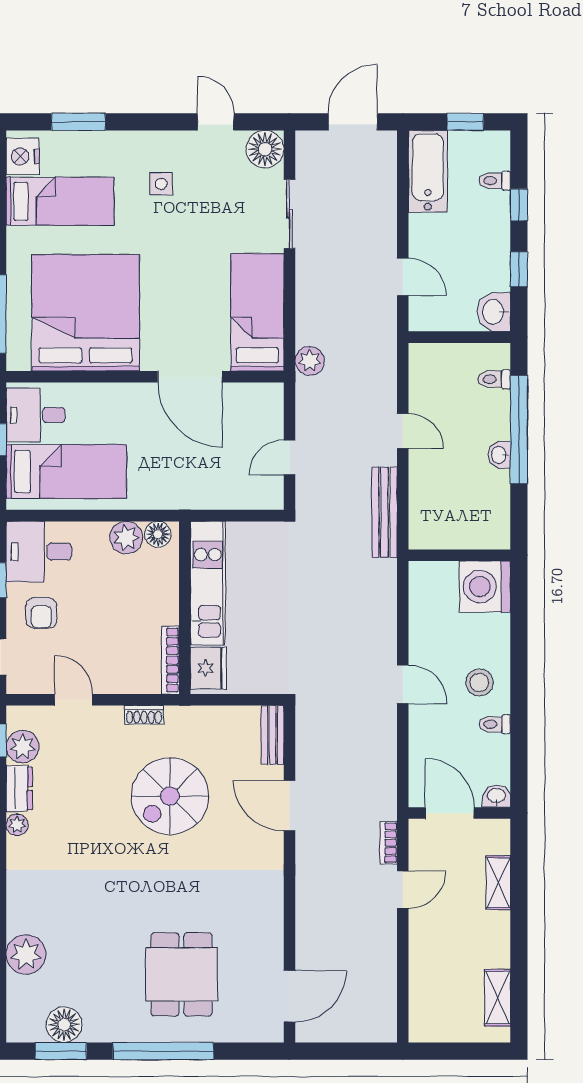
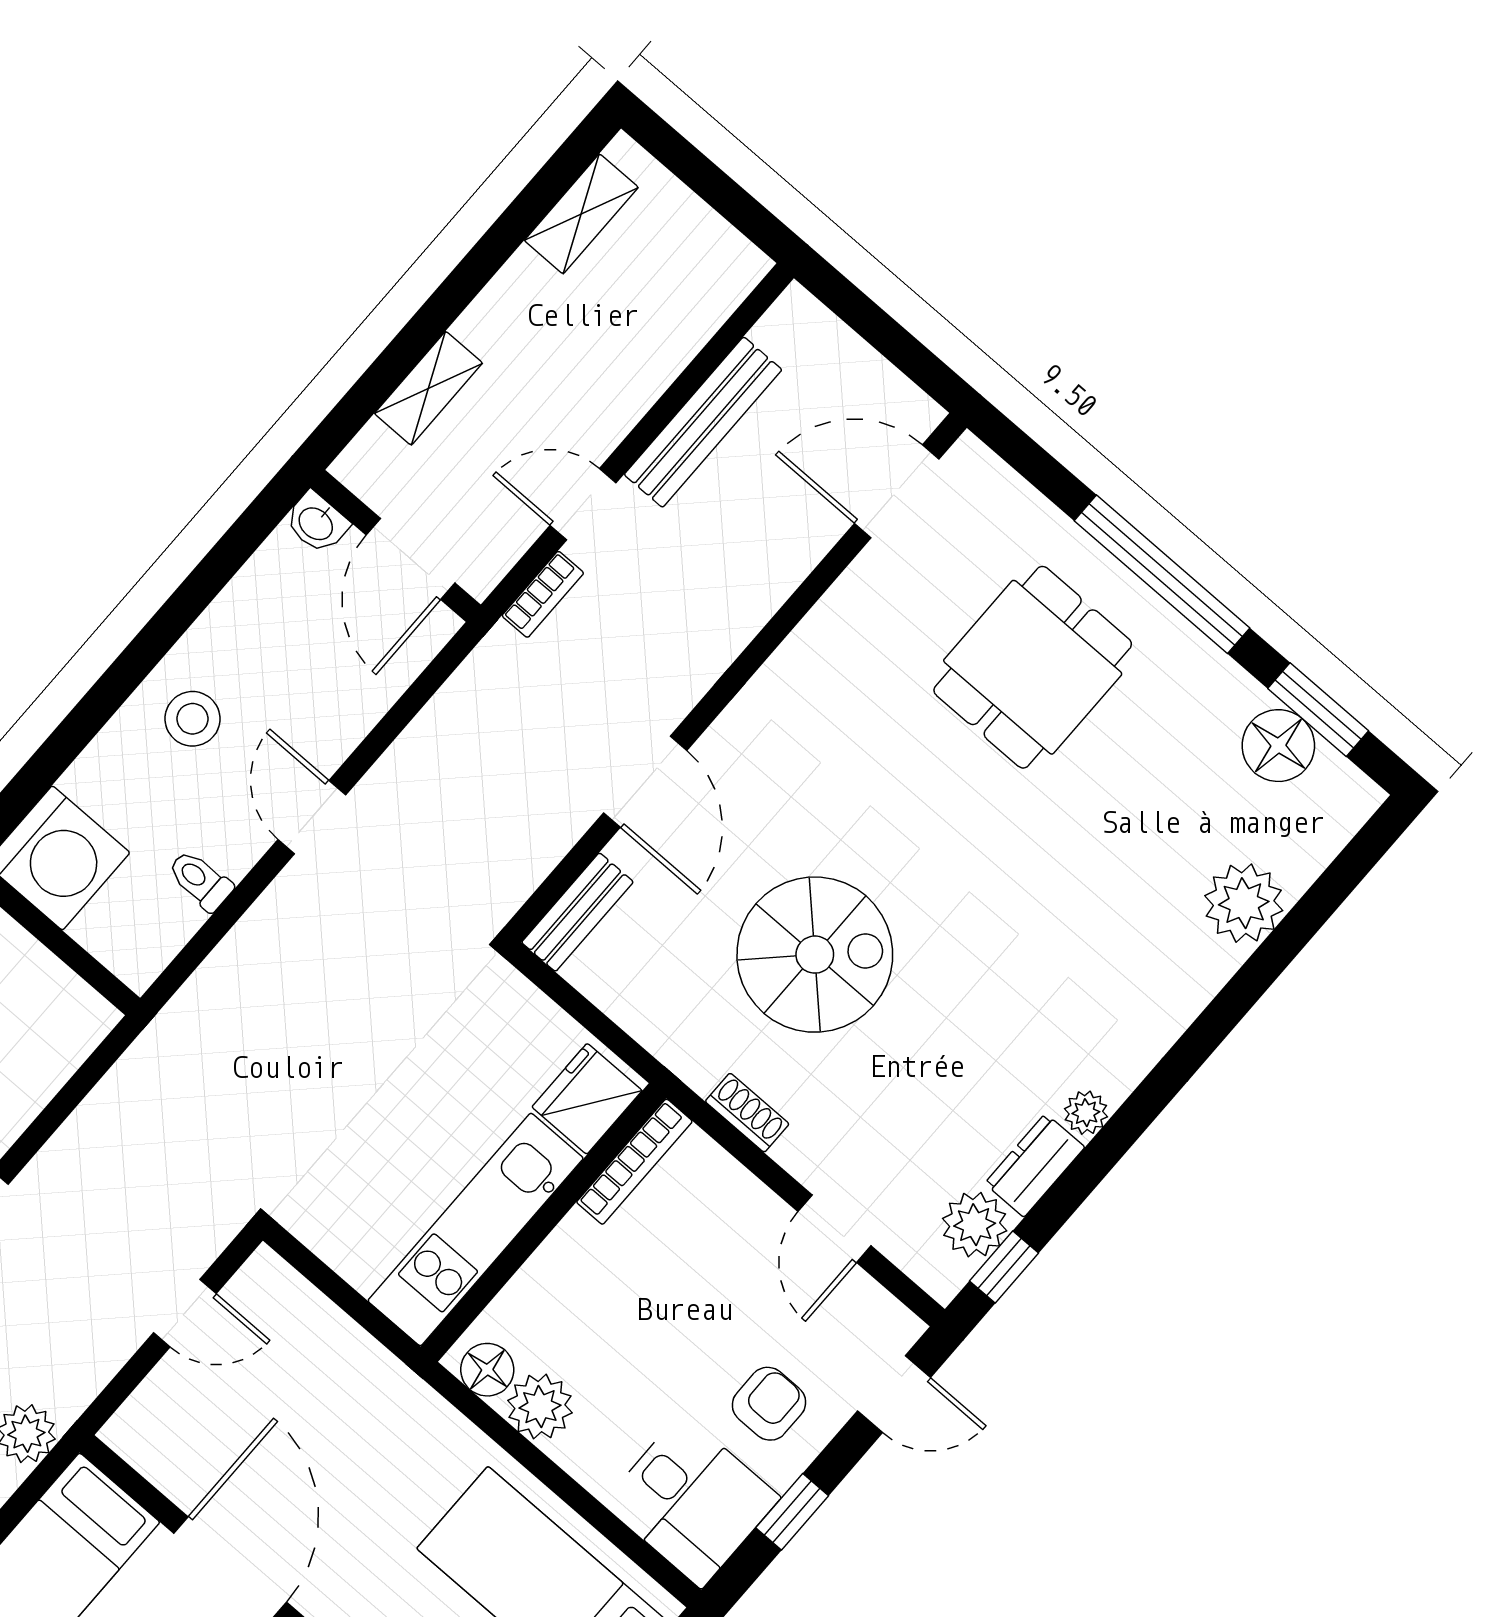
bench: (384, 512) -> (703, 422), moved
toilet: (495, 724) -> (200, 880), moved, turned 180

